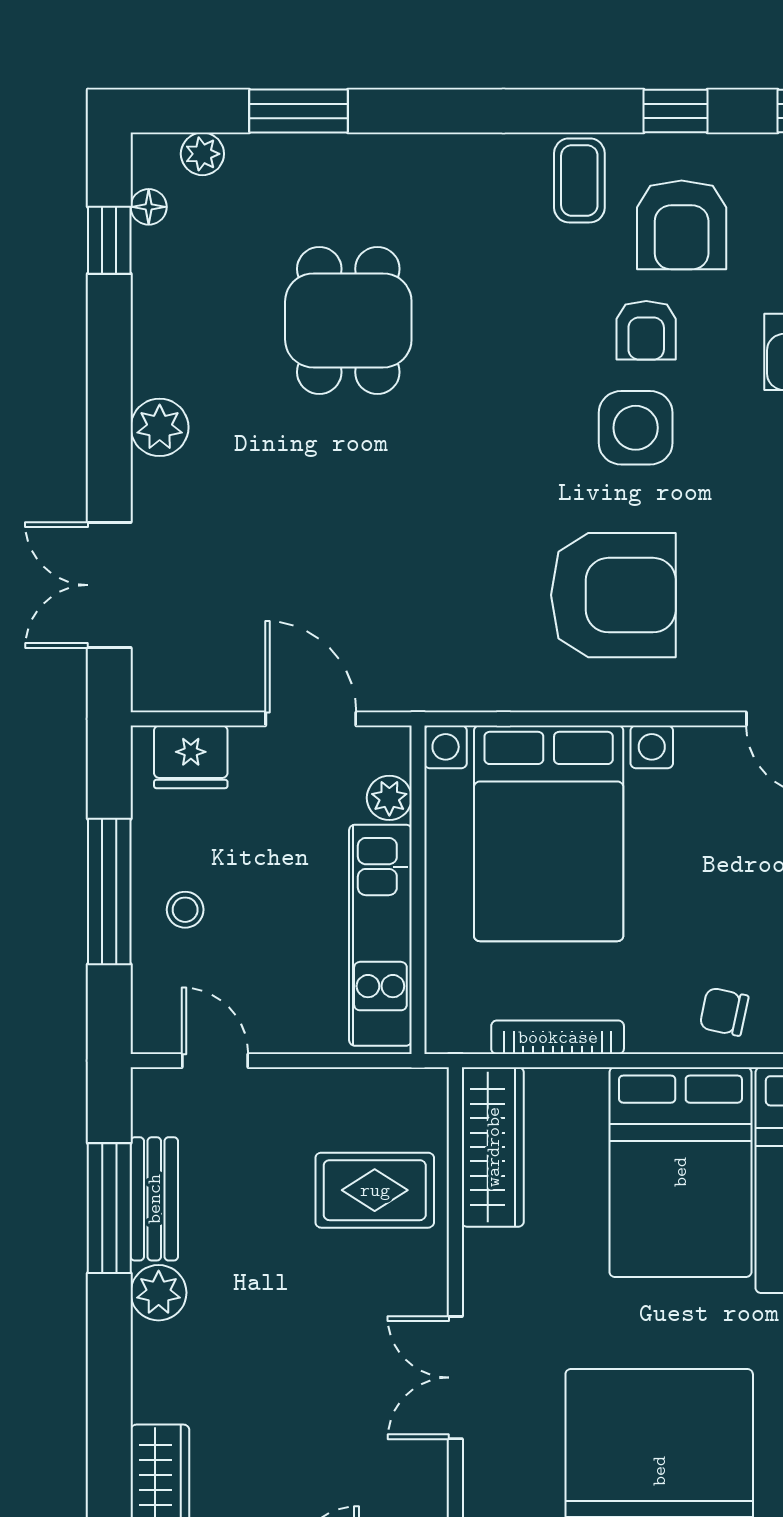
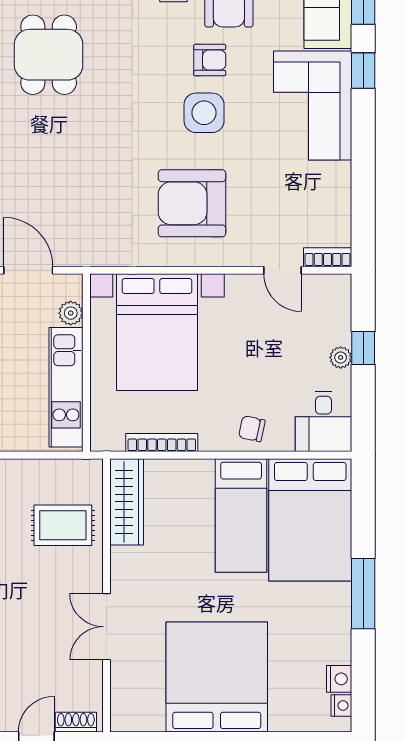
armchair: (646, 330) -> (210, 60), turned -90
armchair: (613, 595) -> (192, 203), turned 180
bed: (680, 1172) -> (241, 516), width x0.67

